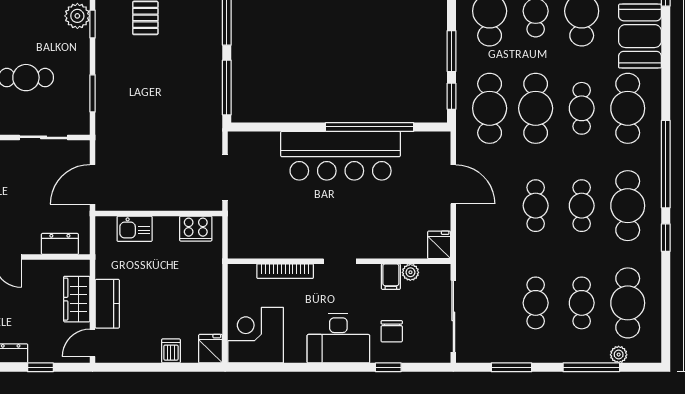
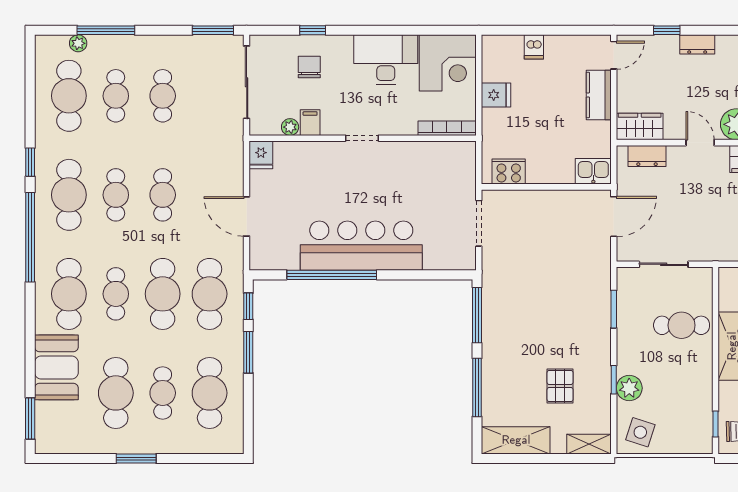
kitchen sink: (135, 229) -> (593, 171), moved
bookcase: (285, 271) -> (447, 128), moved
wardrobe: (77, 299) -> (640, 127), moved, turned -90
desk: (338, 338) -> (386, 60), moved
fridge: (211, 349) -> (496, 95), moved, turned -90
window: (512, 367) -> (213, 30), moved

